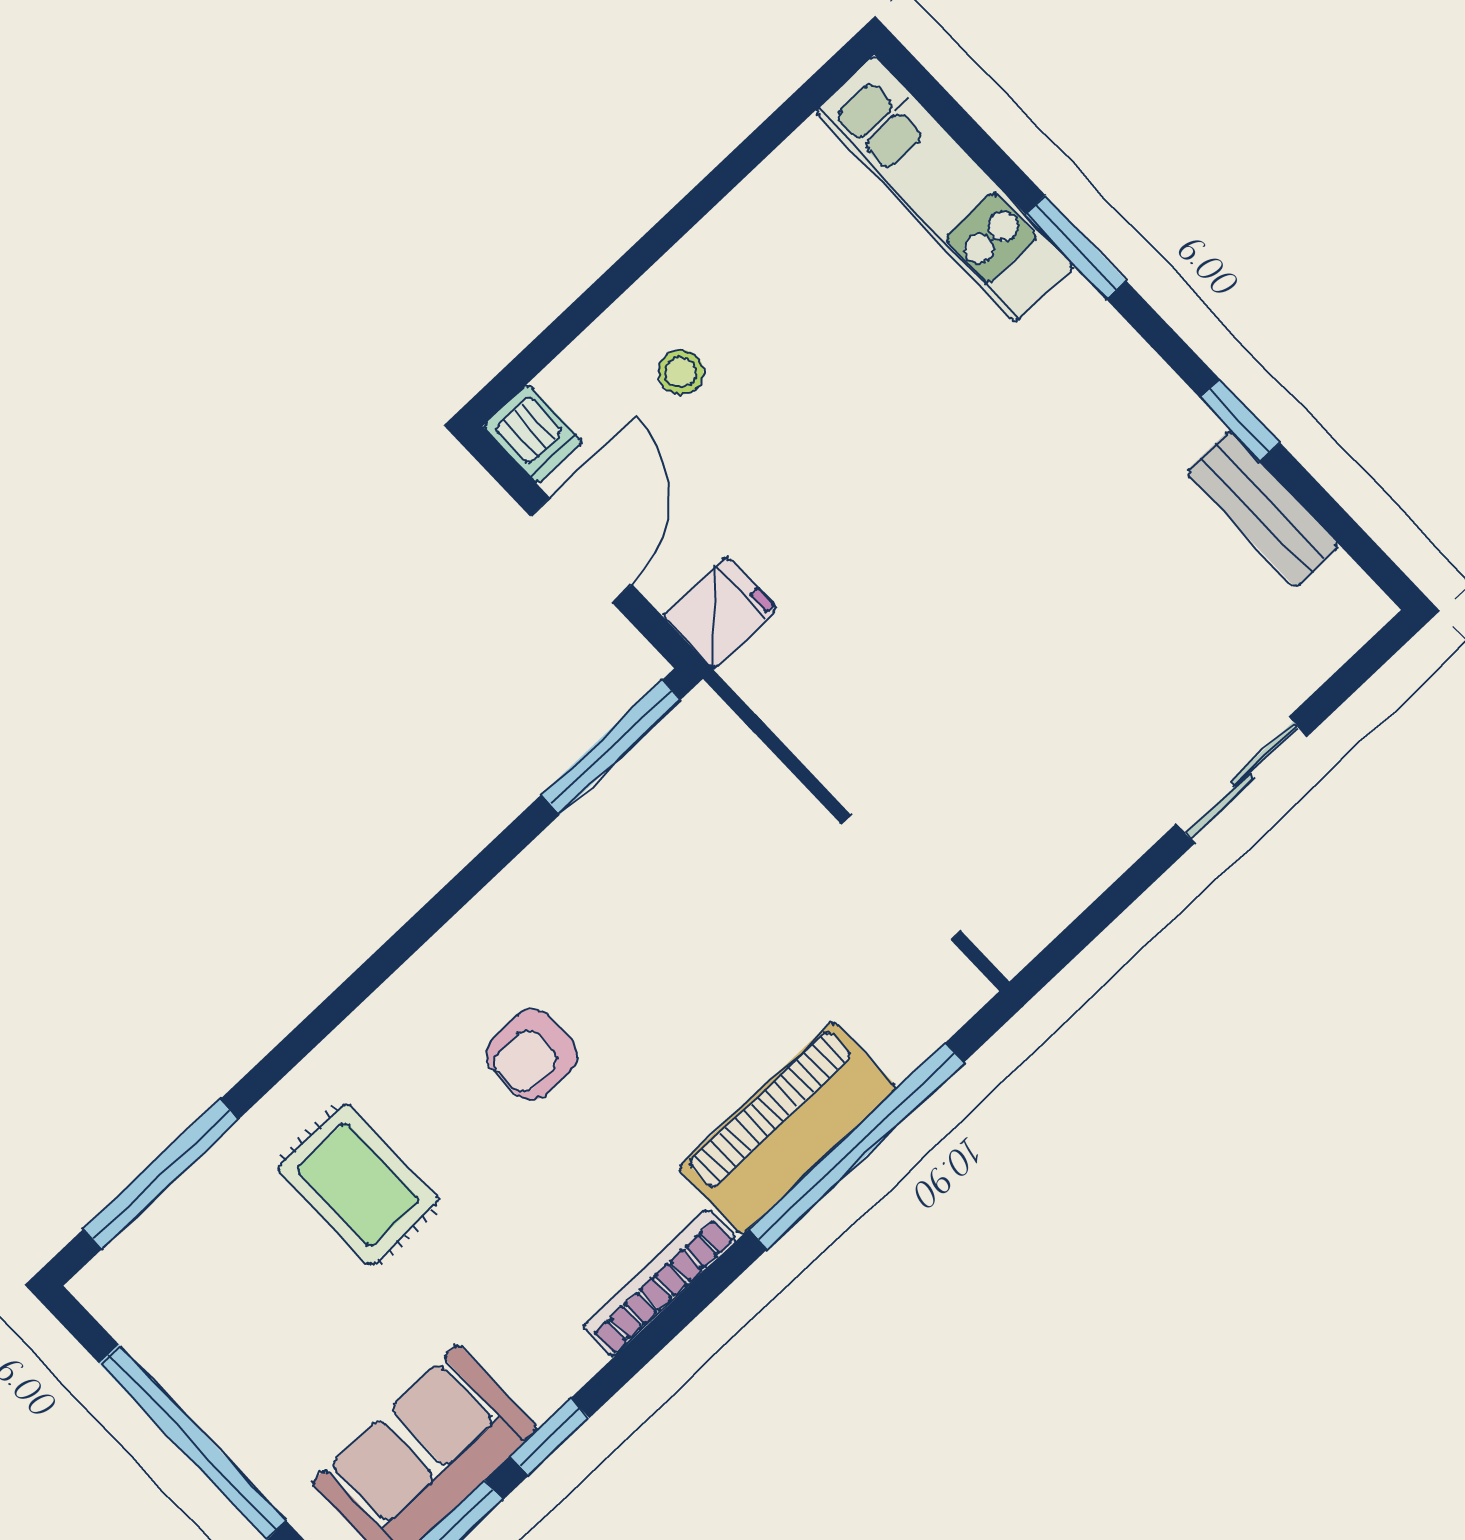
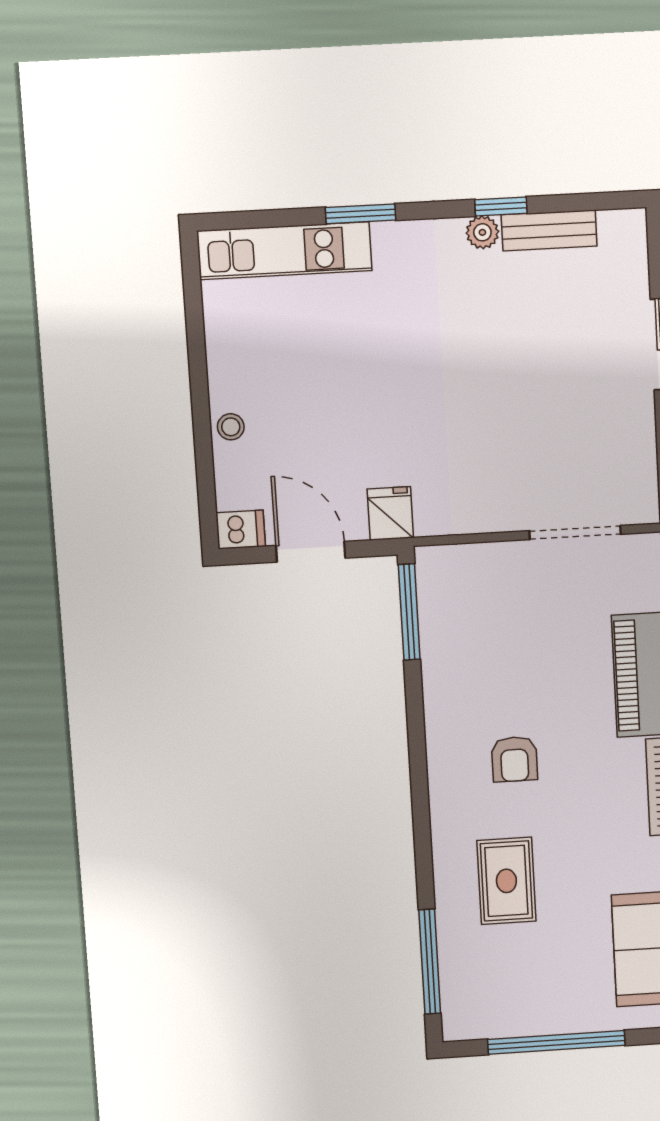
stool: (681, 372) -> (231, 427), moved
plant: (1187, 424) -> (482, 232), added
rug: (358, 1184) -> (506, 881), turned 90

